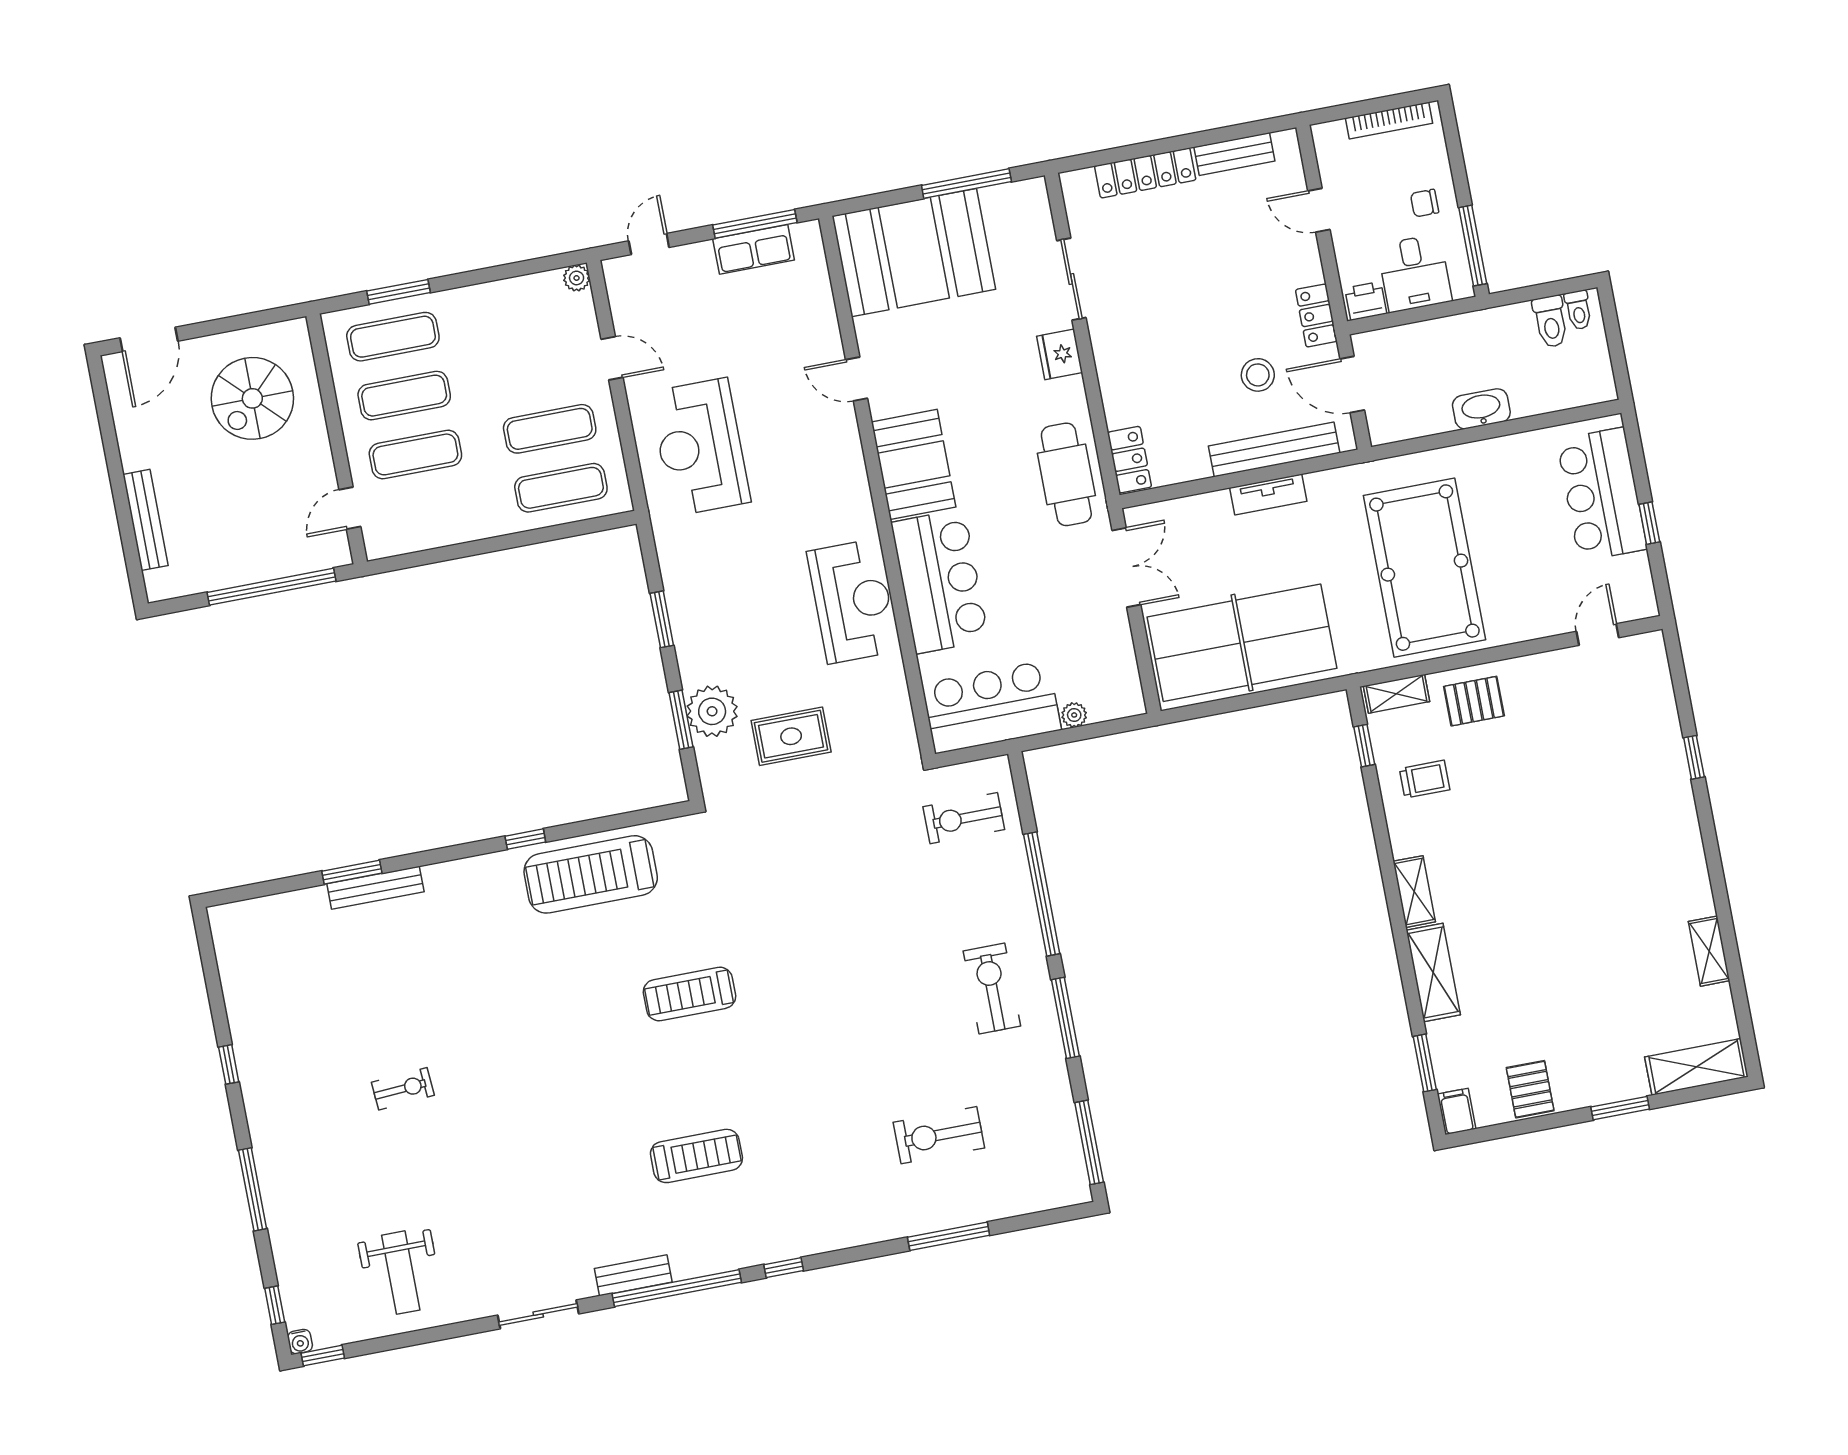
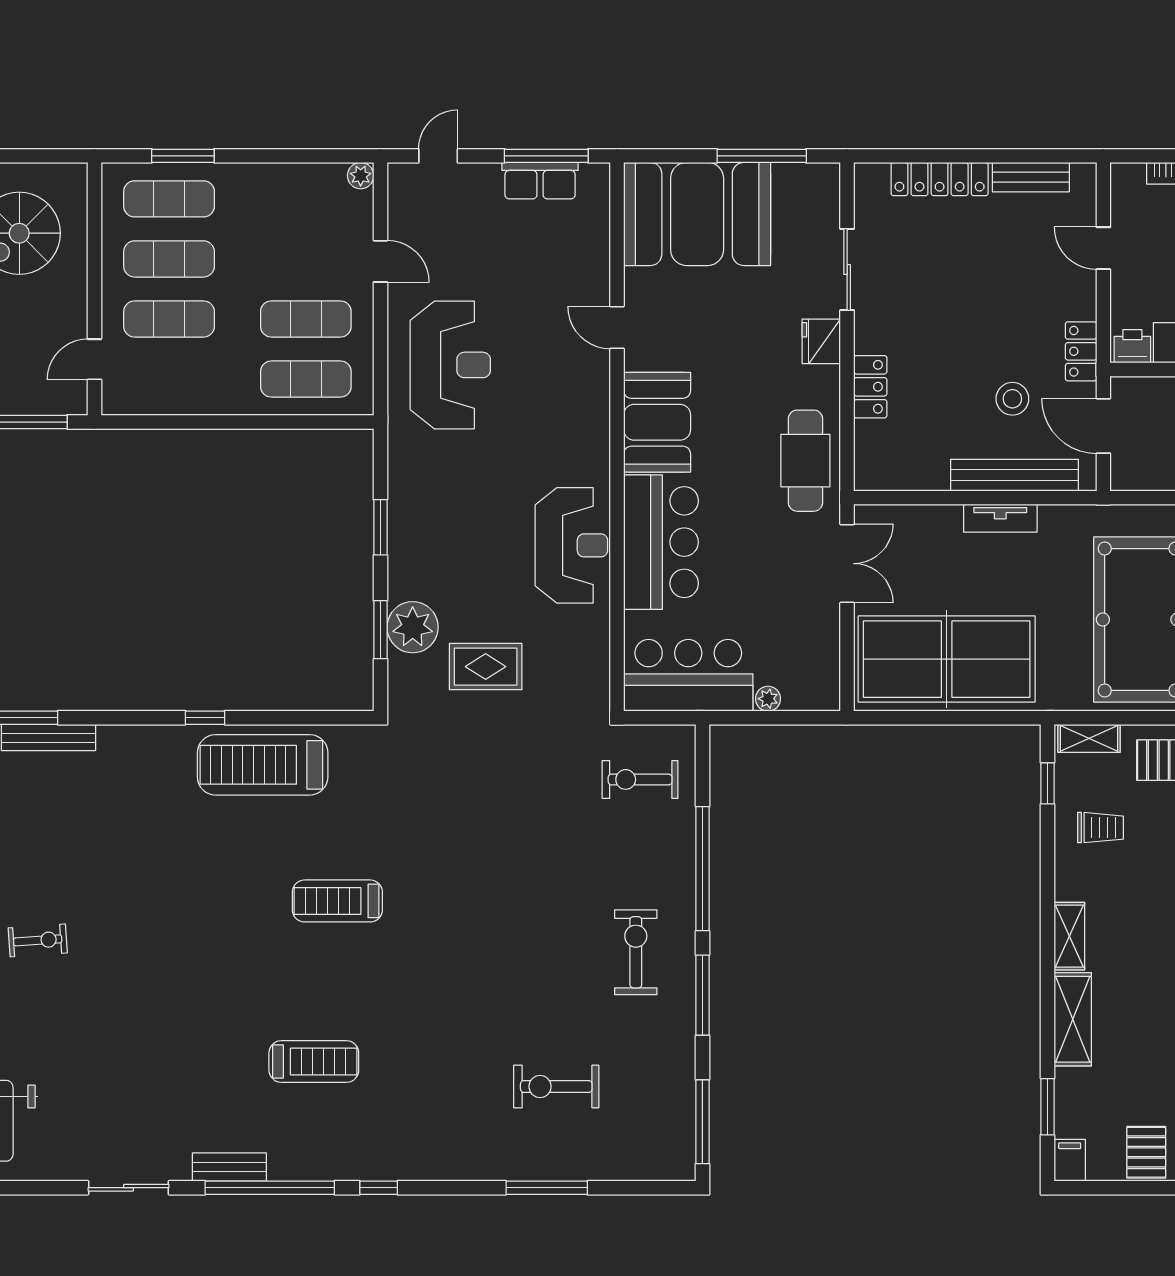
reception desk: (700, 447) -> (450, 365), turned 180
locker: (1129, 460) -> (870, 387), moved

